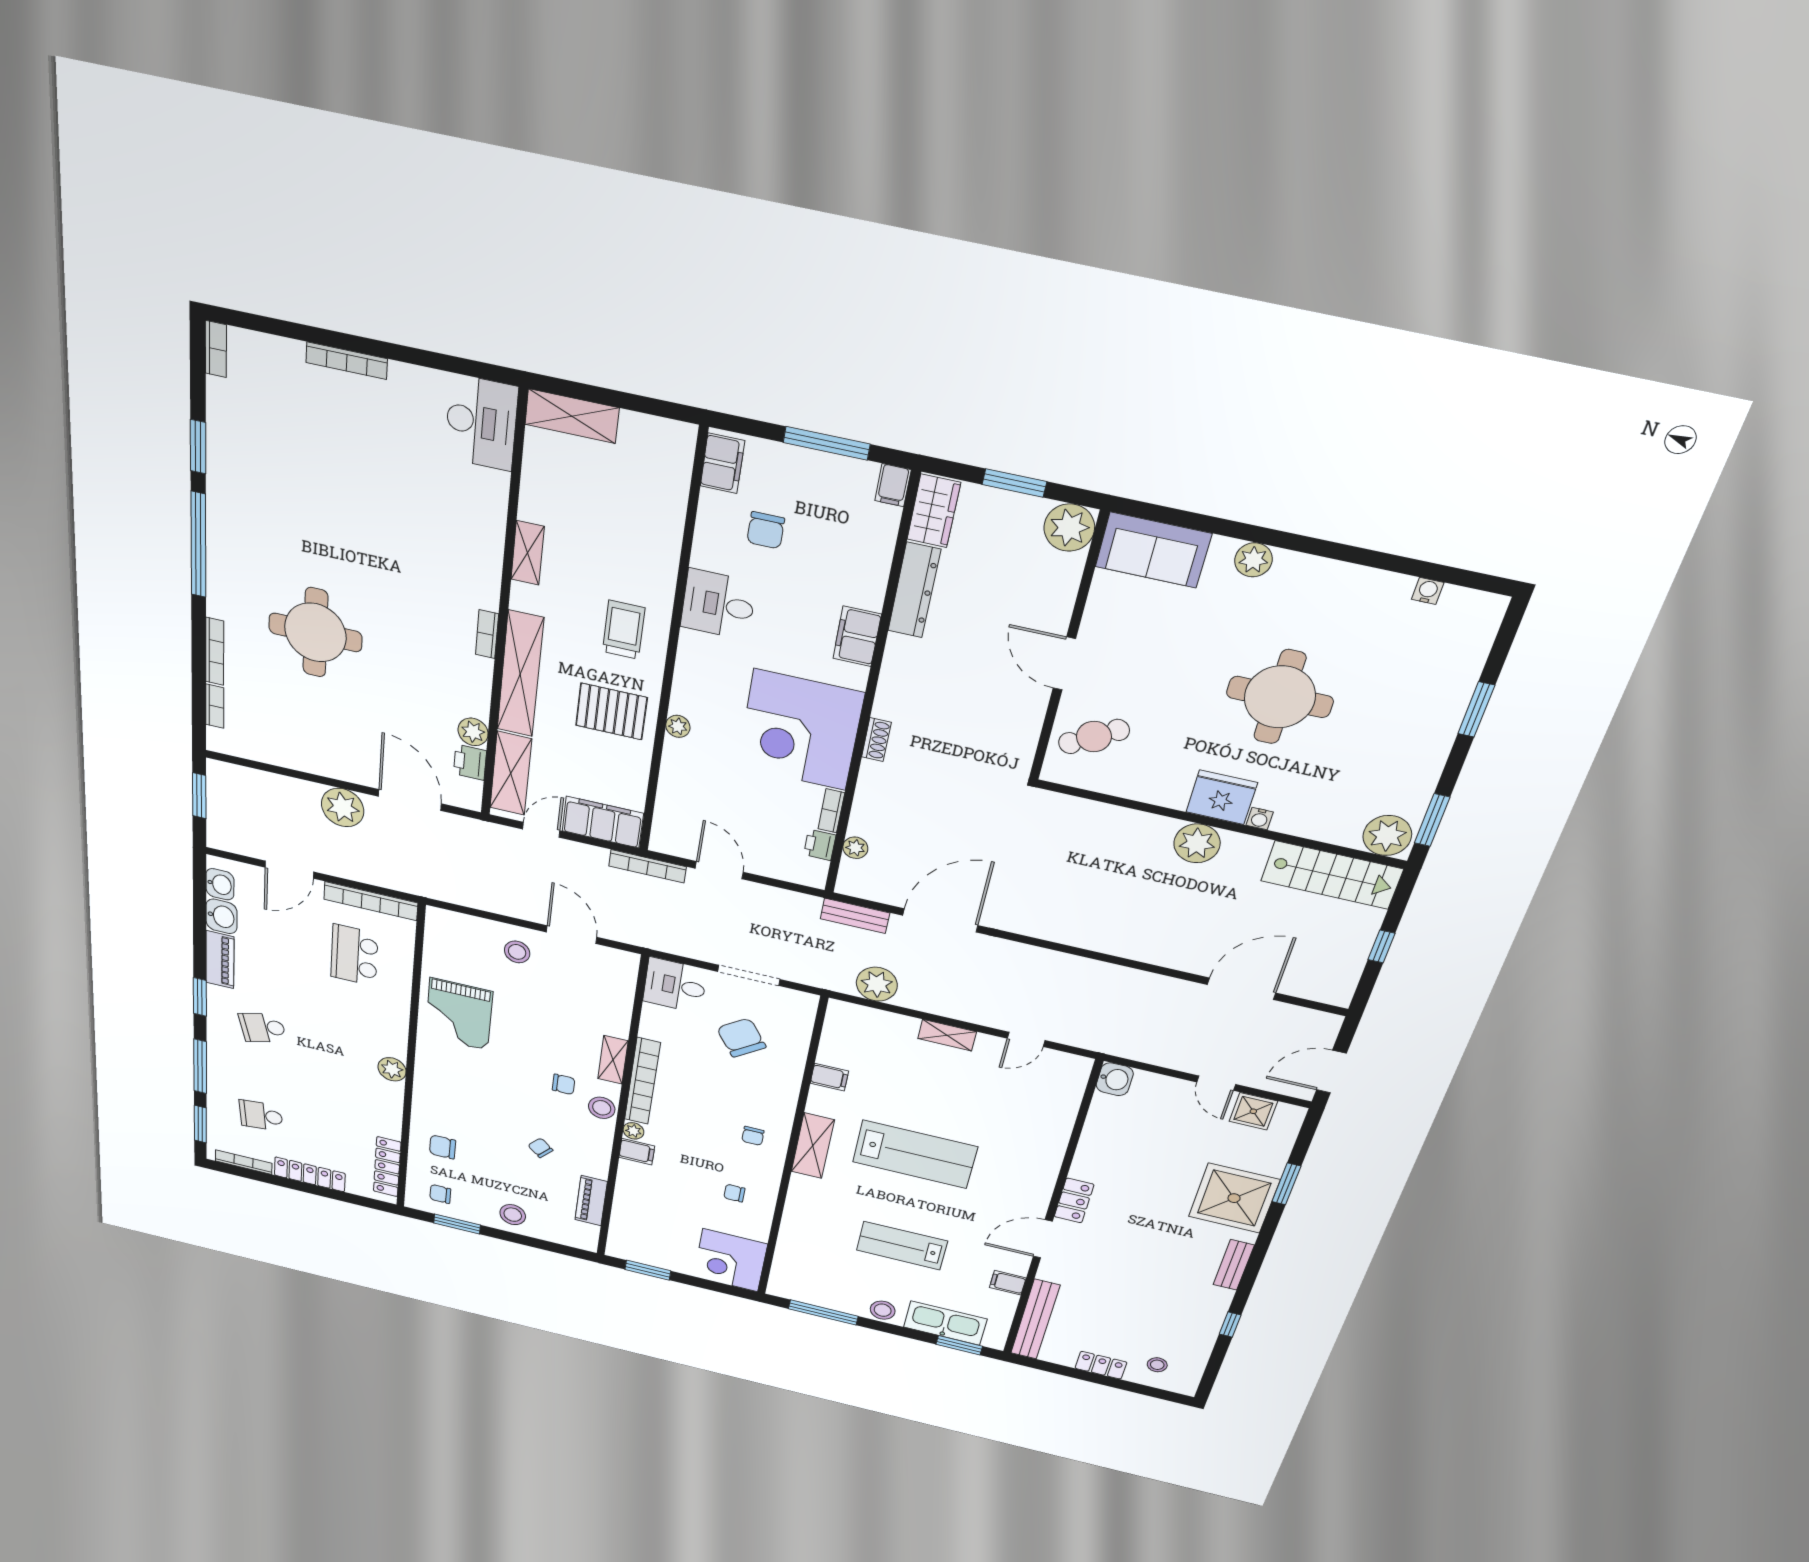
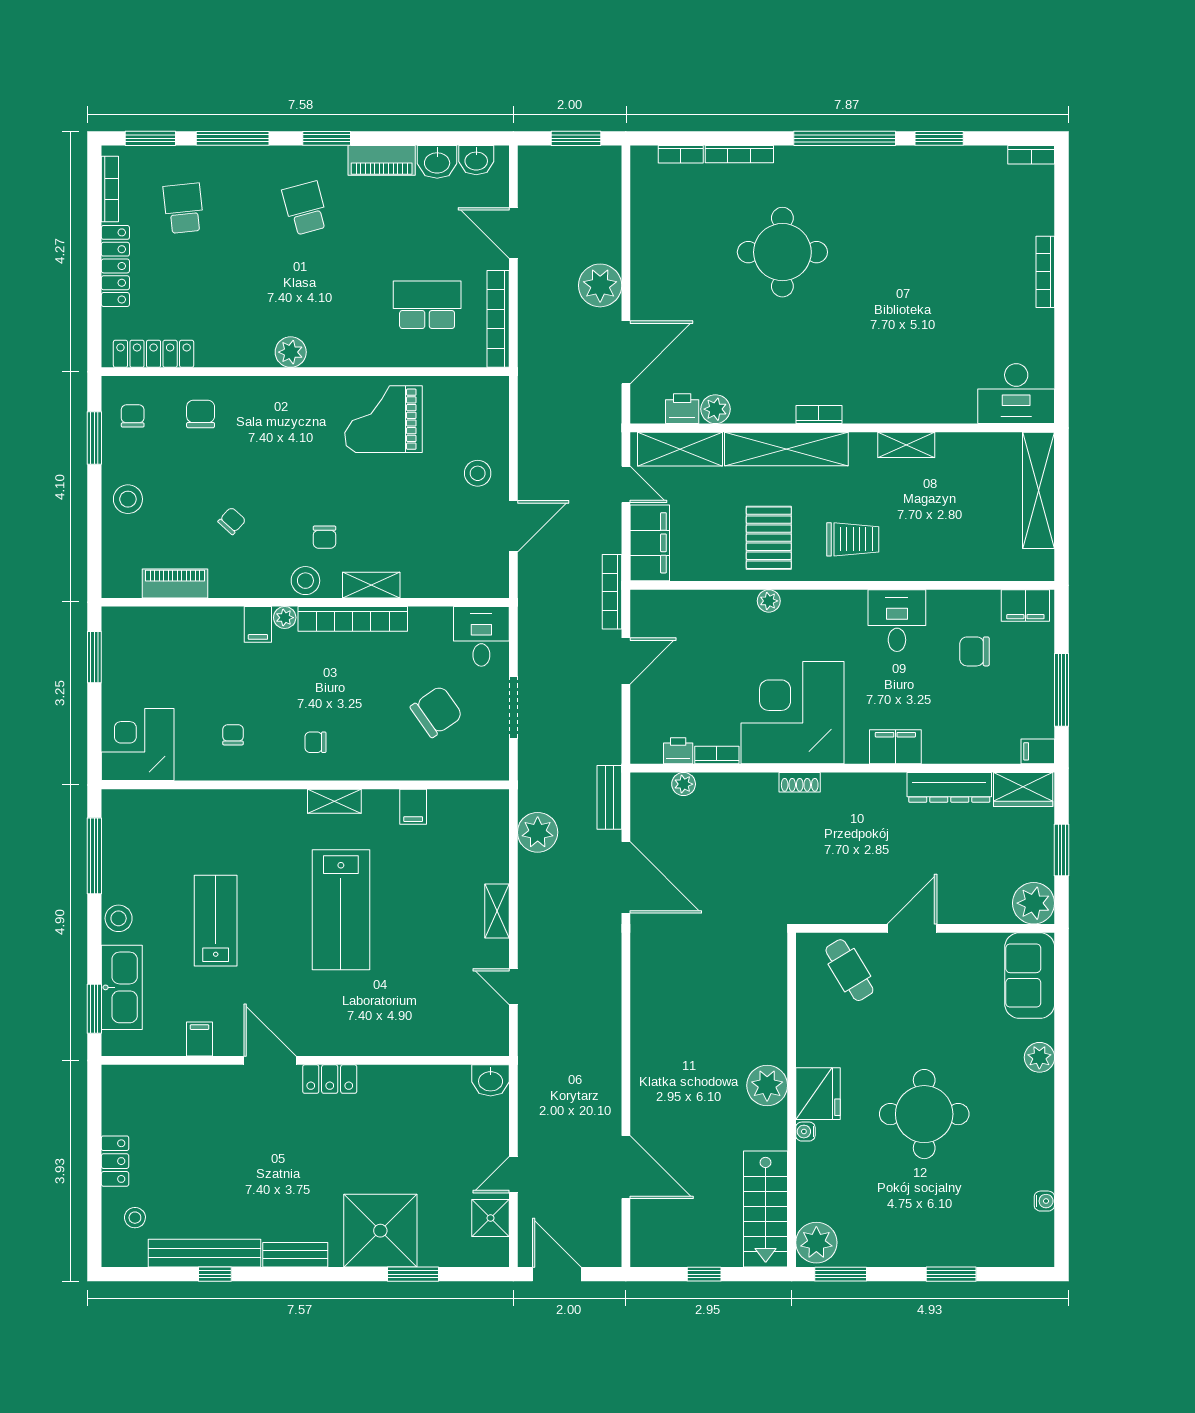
shelving: (572, 416) -> (1039, 490), width x1.47
shelving: (813, 1146) -> (334, 801), width x0.67, depth x0.75
bench: (1035, 1319) -> (204, 1253), moved

